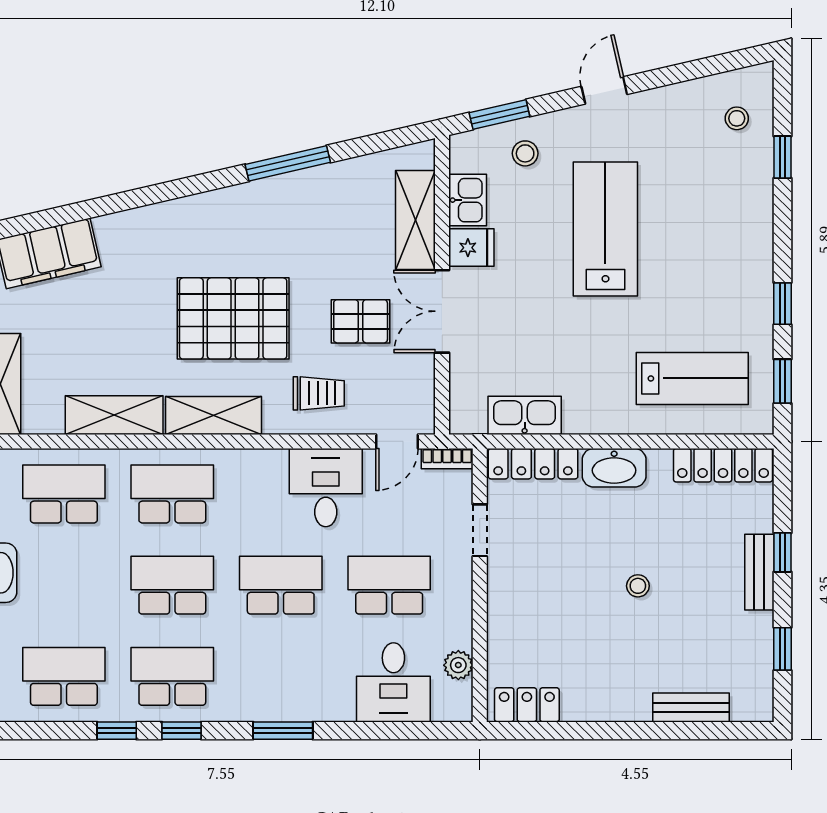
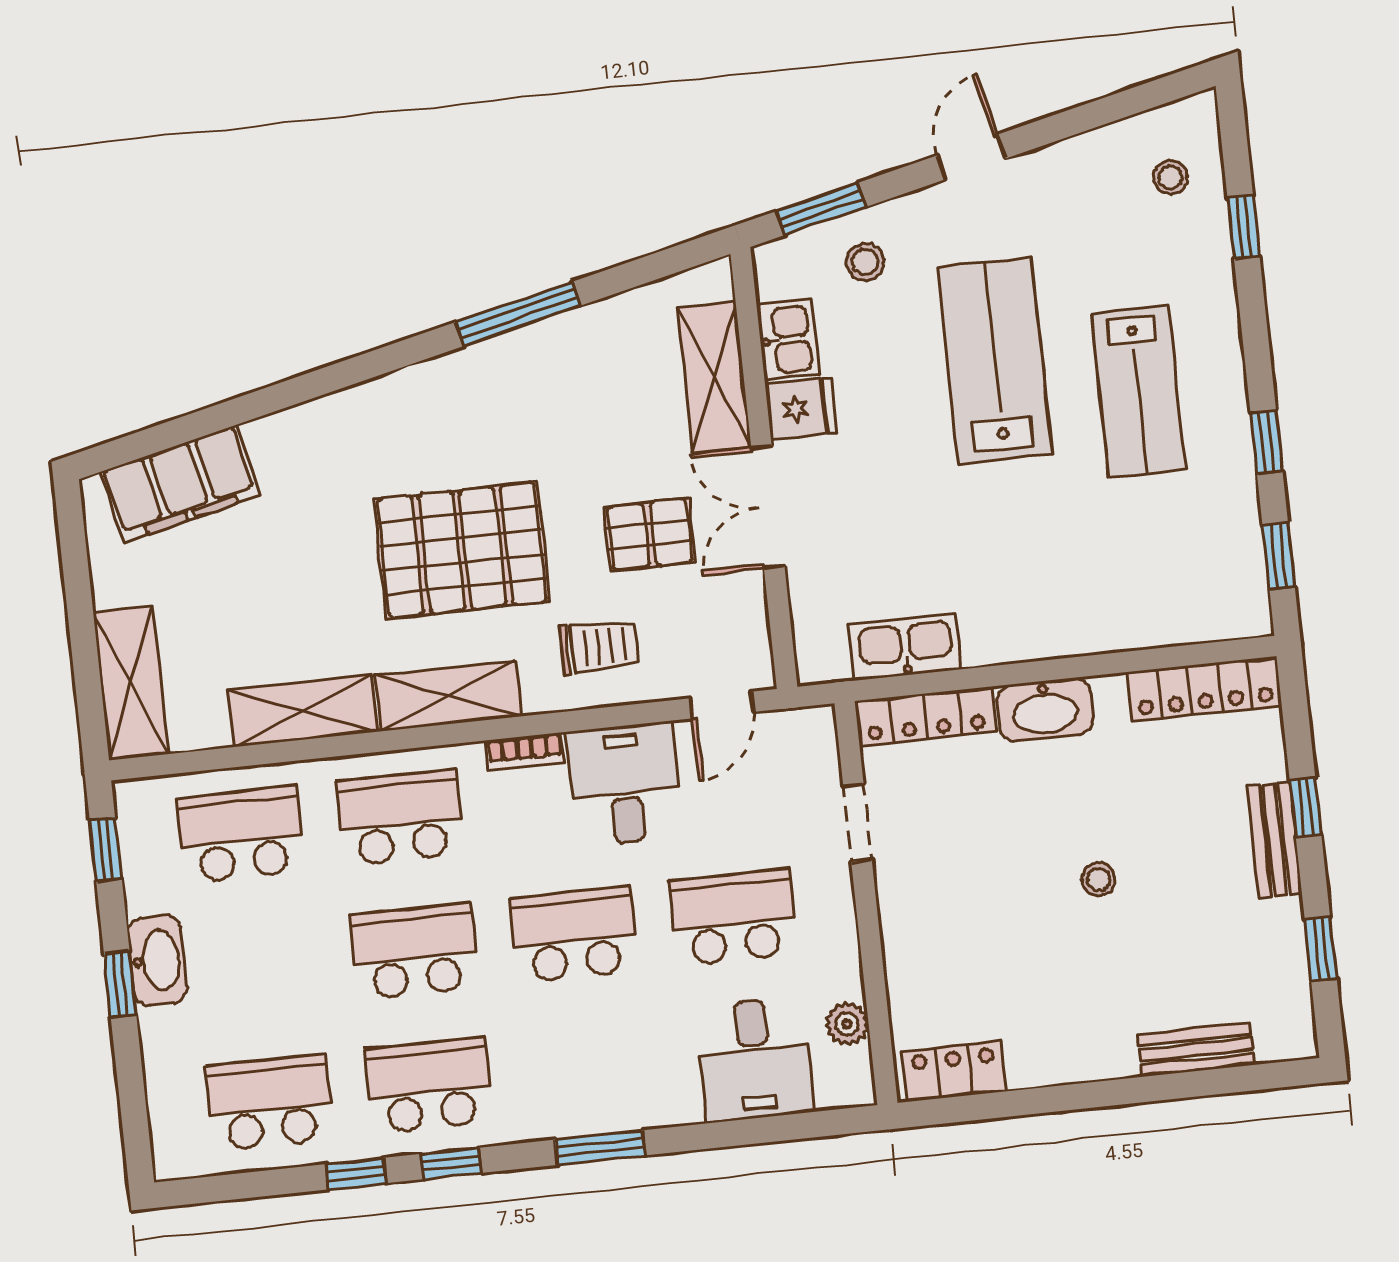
lab bench: (692, 378) -> (1138, 392), moved, turned 90
bookcase: (447, 459) -> (525, 752), moved

